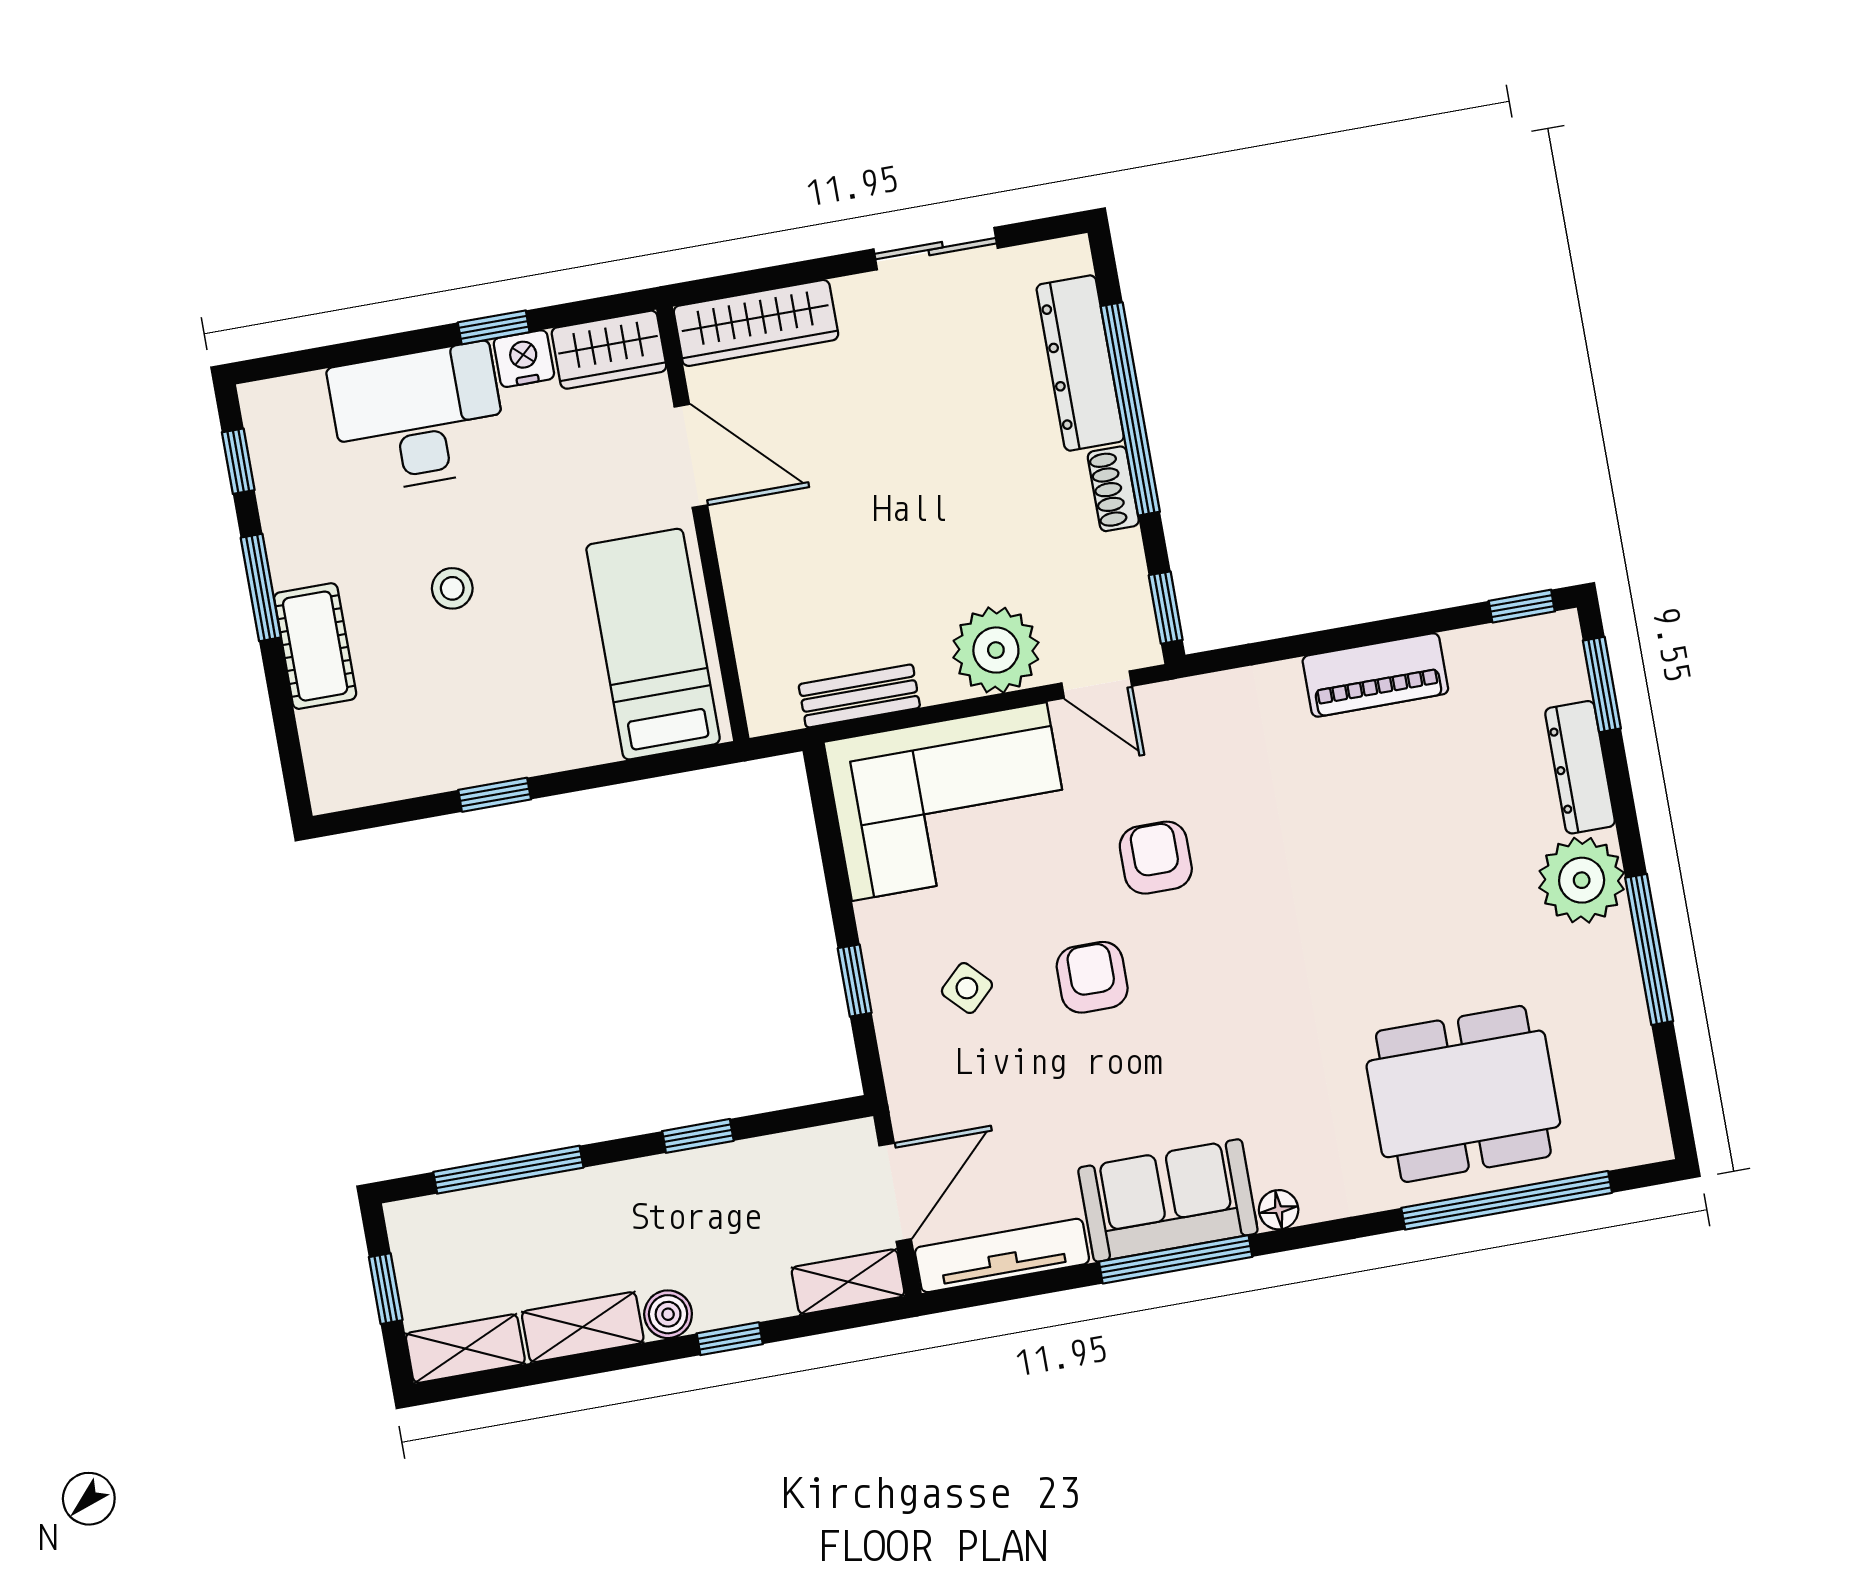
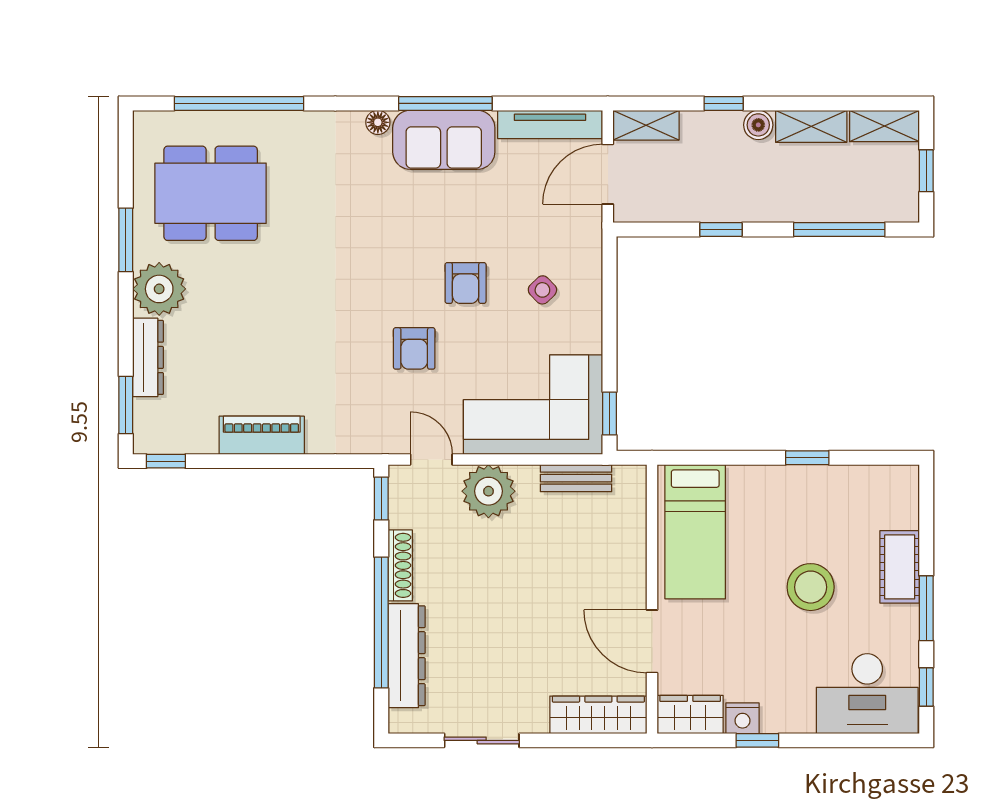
desk: (418, 418) -> (867, 694), moved
shoe rack: (1113, 489) -> (400, 565), width x1.43
stool: (452, 588) -> (811, 587), width x1.89, depth x1.89
window: (1649, 949) -> (126, 240), width x0.69
window: (855, 980) -> (609, 414), moved
dining table: (1463, 1094) -> (211, 193), moved

